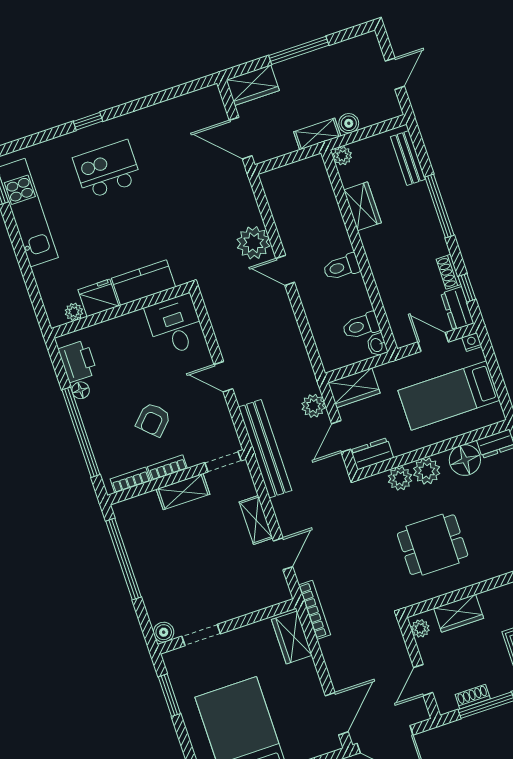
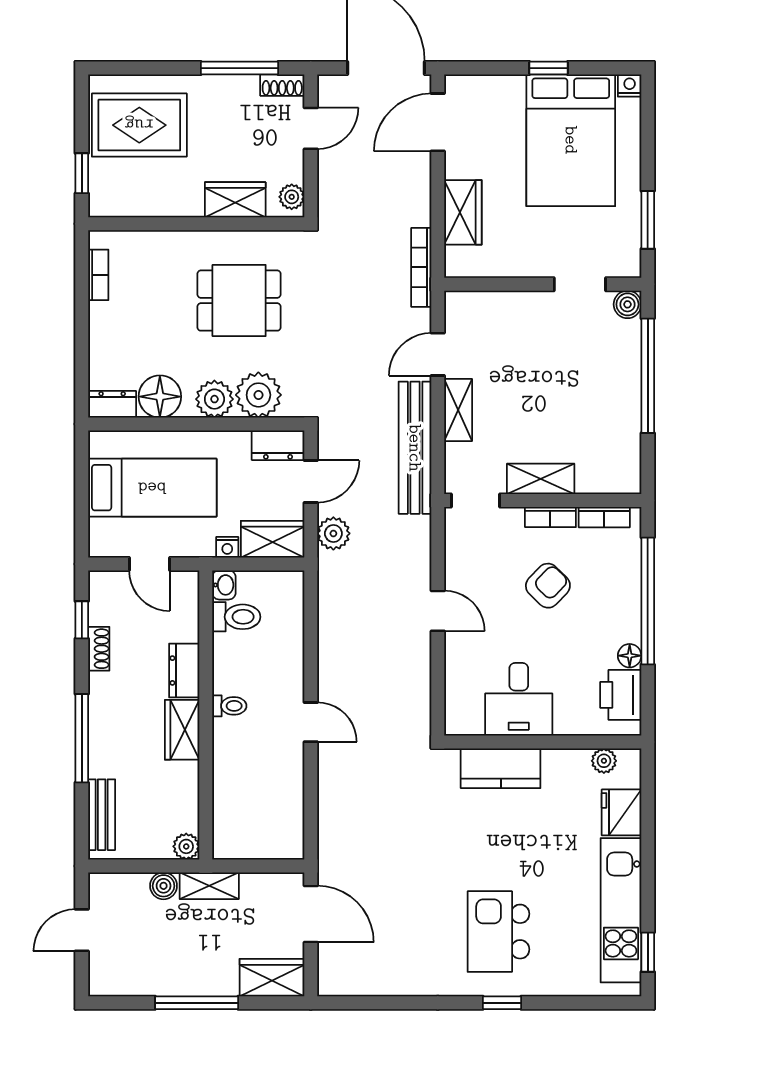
kitchen island: (107, 169) -> (498, 932), turned 90
wardrobe: (362, 206) -> (182, 730), moved
plant: (253, 243) -> (340, 772), removed
toilet: (341, 267) -> (229, 706), width x0.73, depth x0.72
fridge: (98, 298) -> (621, 812), moved, turned 90
dresser: (457, 308) -> (184, 671), moved, turned 180
desk: (175, 325) -> (519, 699), moved
nightstand: (472, 342) -> (227, 547), moved
bench: (265, 449) -> (415, 448), moved
plant: (400, 478) -> (258, 395), width x1.36, depth x1.36
window: (124, 559) -> (648, 376), moved
wardrobe: (292, 637) -> (463, 212), moved
shoe rack: (473, 697) -> (282, 85), moved

